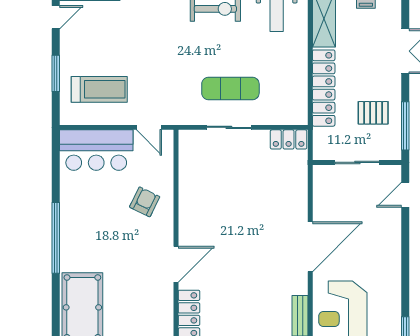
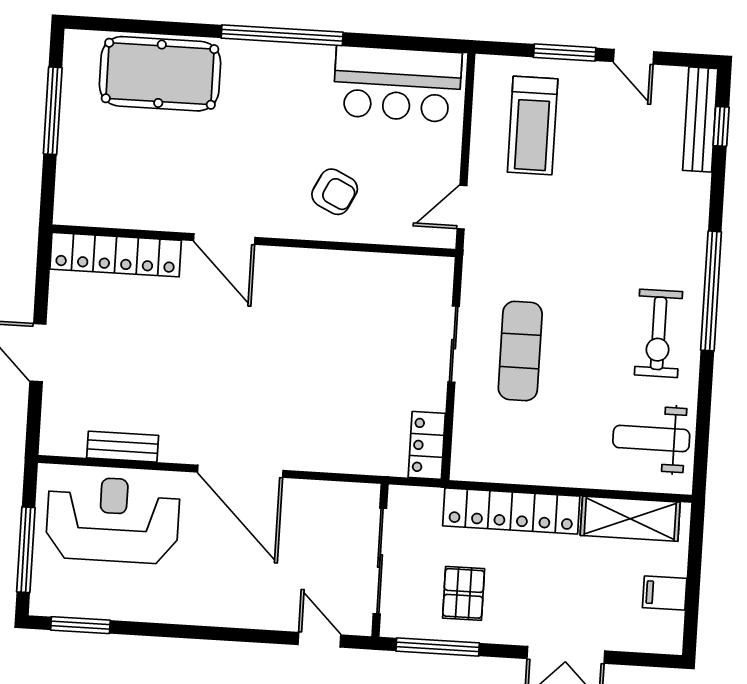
door: (56, 17) -> (634, 57), moved
bar counter: (96, 150) -> (397, 84), moved, turned -90
sliding door: (357, 162) -> (380, 561), width x1.37

